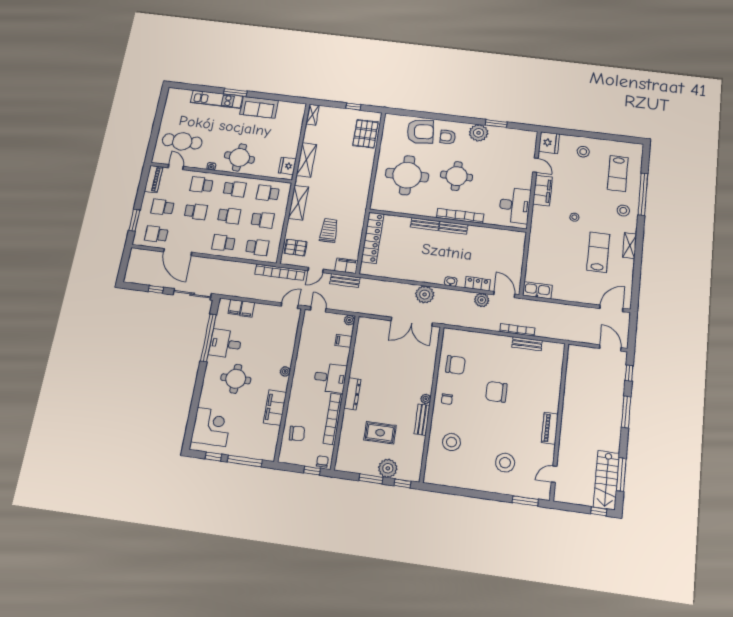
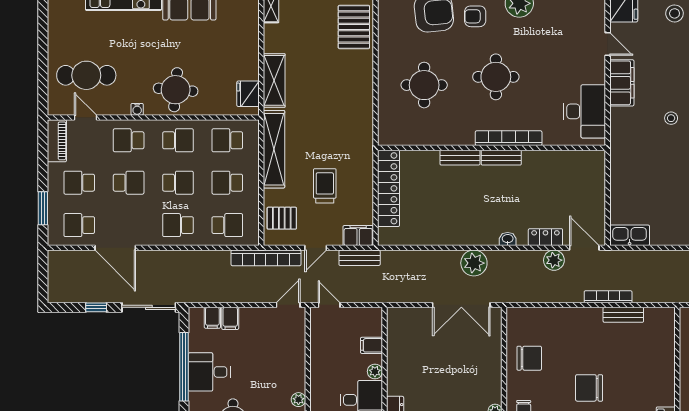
round table: (407, 175) -> (424, 85), width x0.73, depth x0.73
shelving: (298, 203) -> (274, 149), width x1.47
school desk: (263, 220) -> (227, 183), turned 180
plant: (349, 320) -> (375, 372), moved

